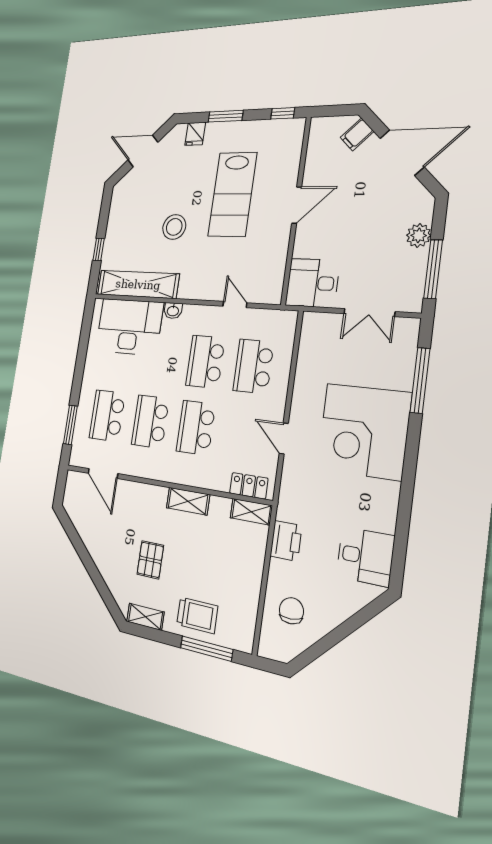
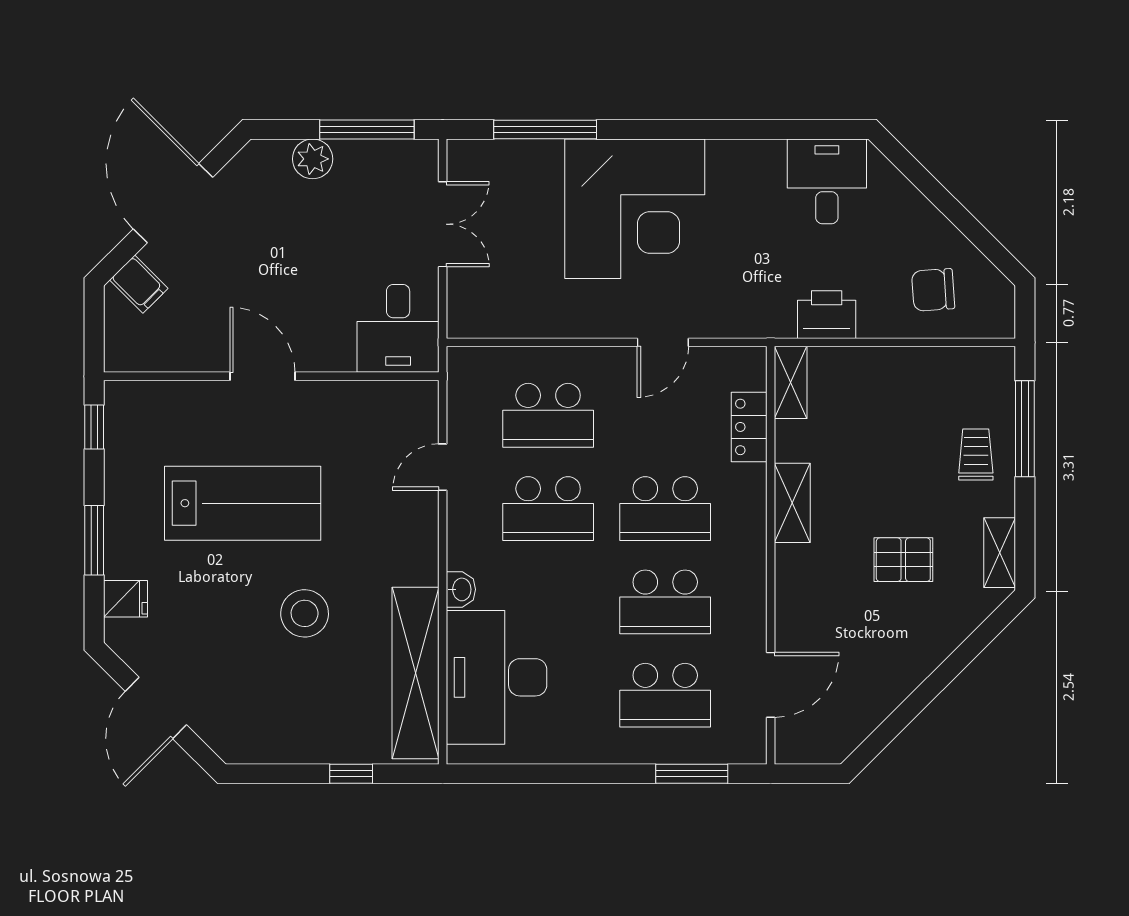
locker: (249, 486) -> (749, 427), moved
trolley: (197, 615) -> (976, 455), width x0.73, depth x0.72

